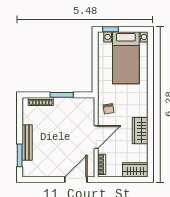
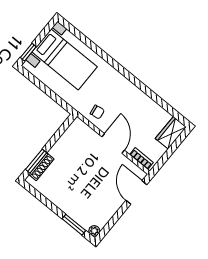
window: (62, 95) -> (36, 161), moved
wardrobe: (140, 131) -> (140, 100), removed
bench: (27, 142) -> (68, 209), removed
plant: (27, 173) -> (94, 231), added

